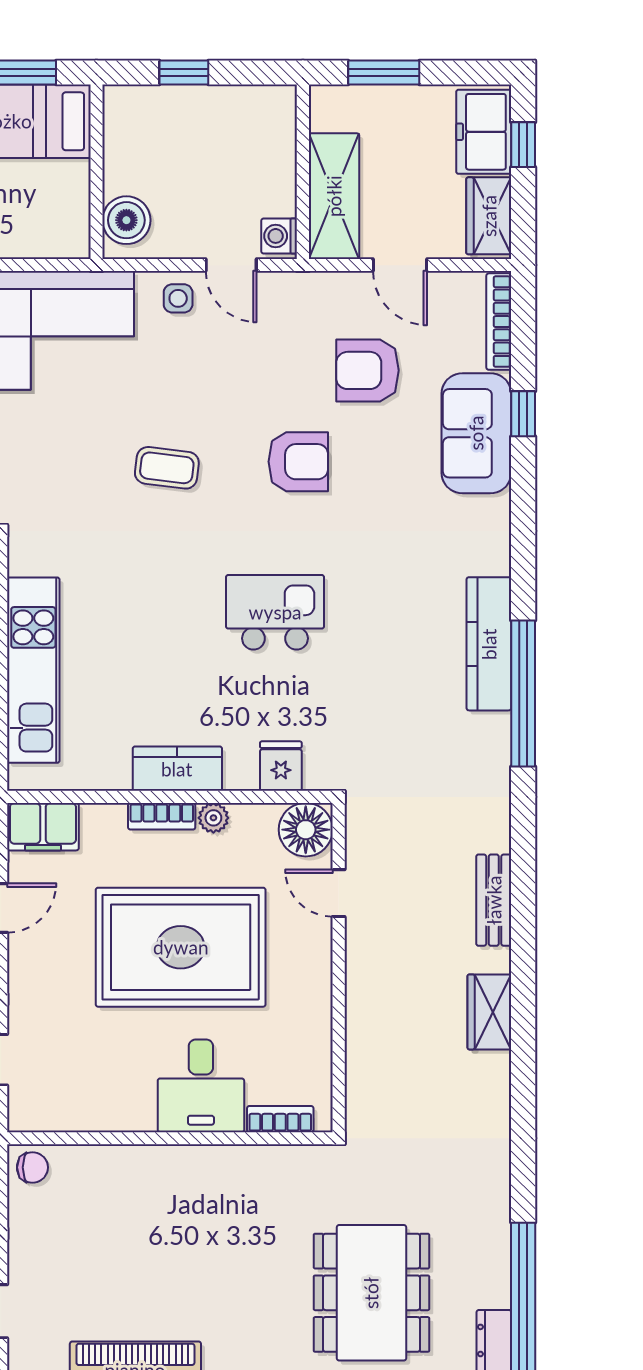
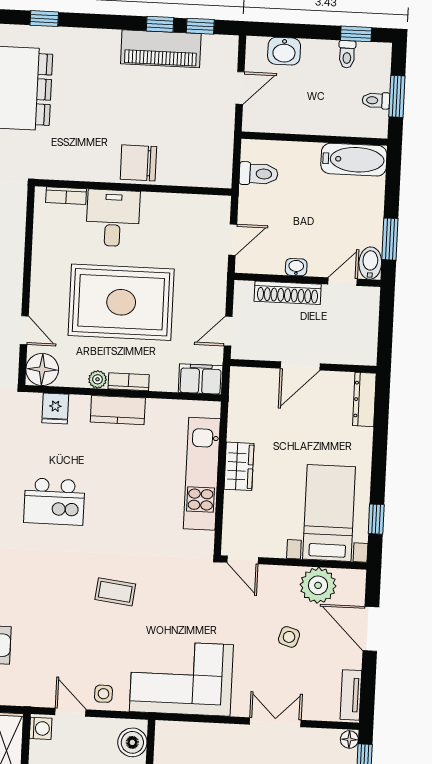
armchair: (298, 462) -> (36, 592), removed
chair: (32, 1167) -> (138, 163), moved, width x1.87, depth x1.87

